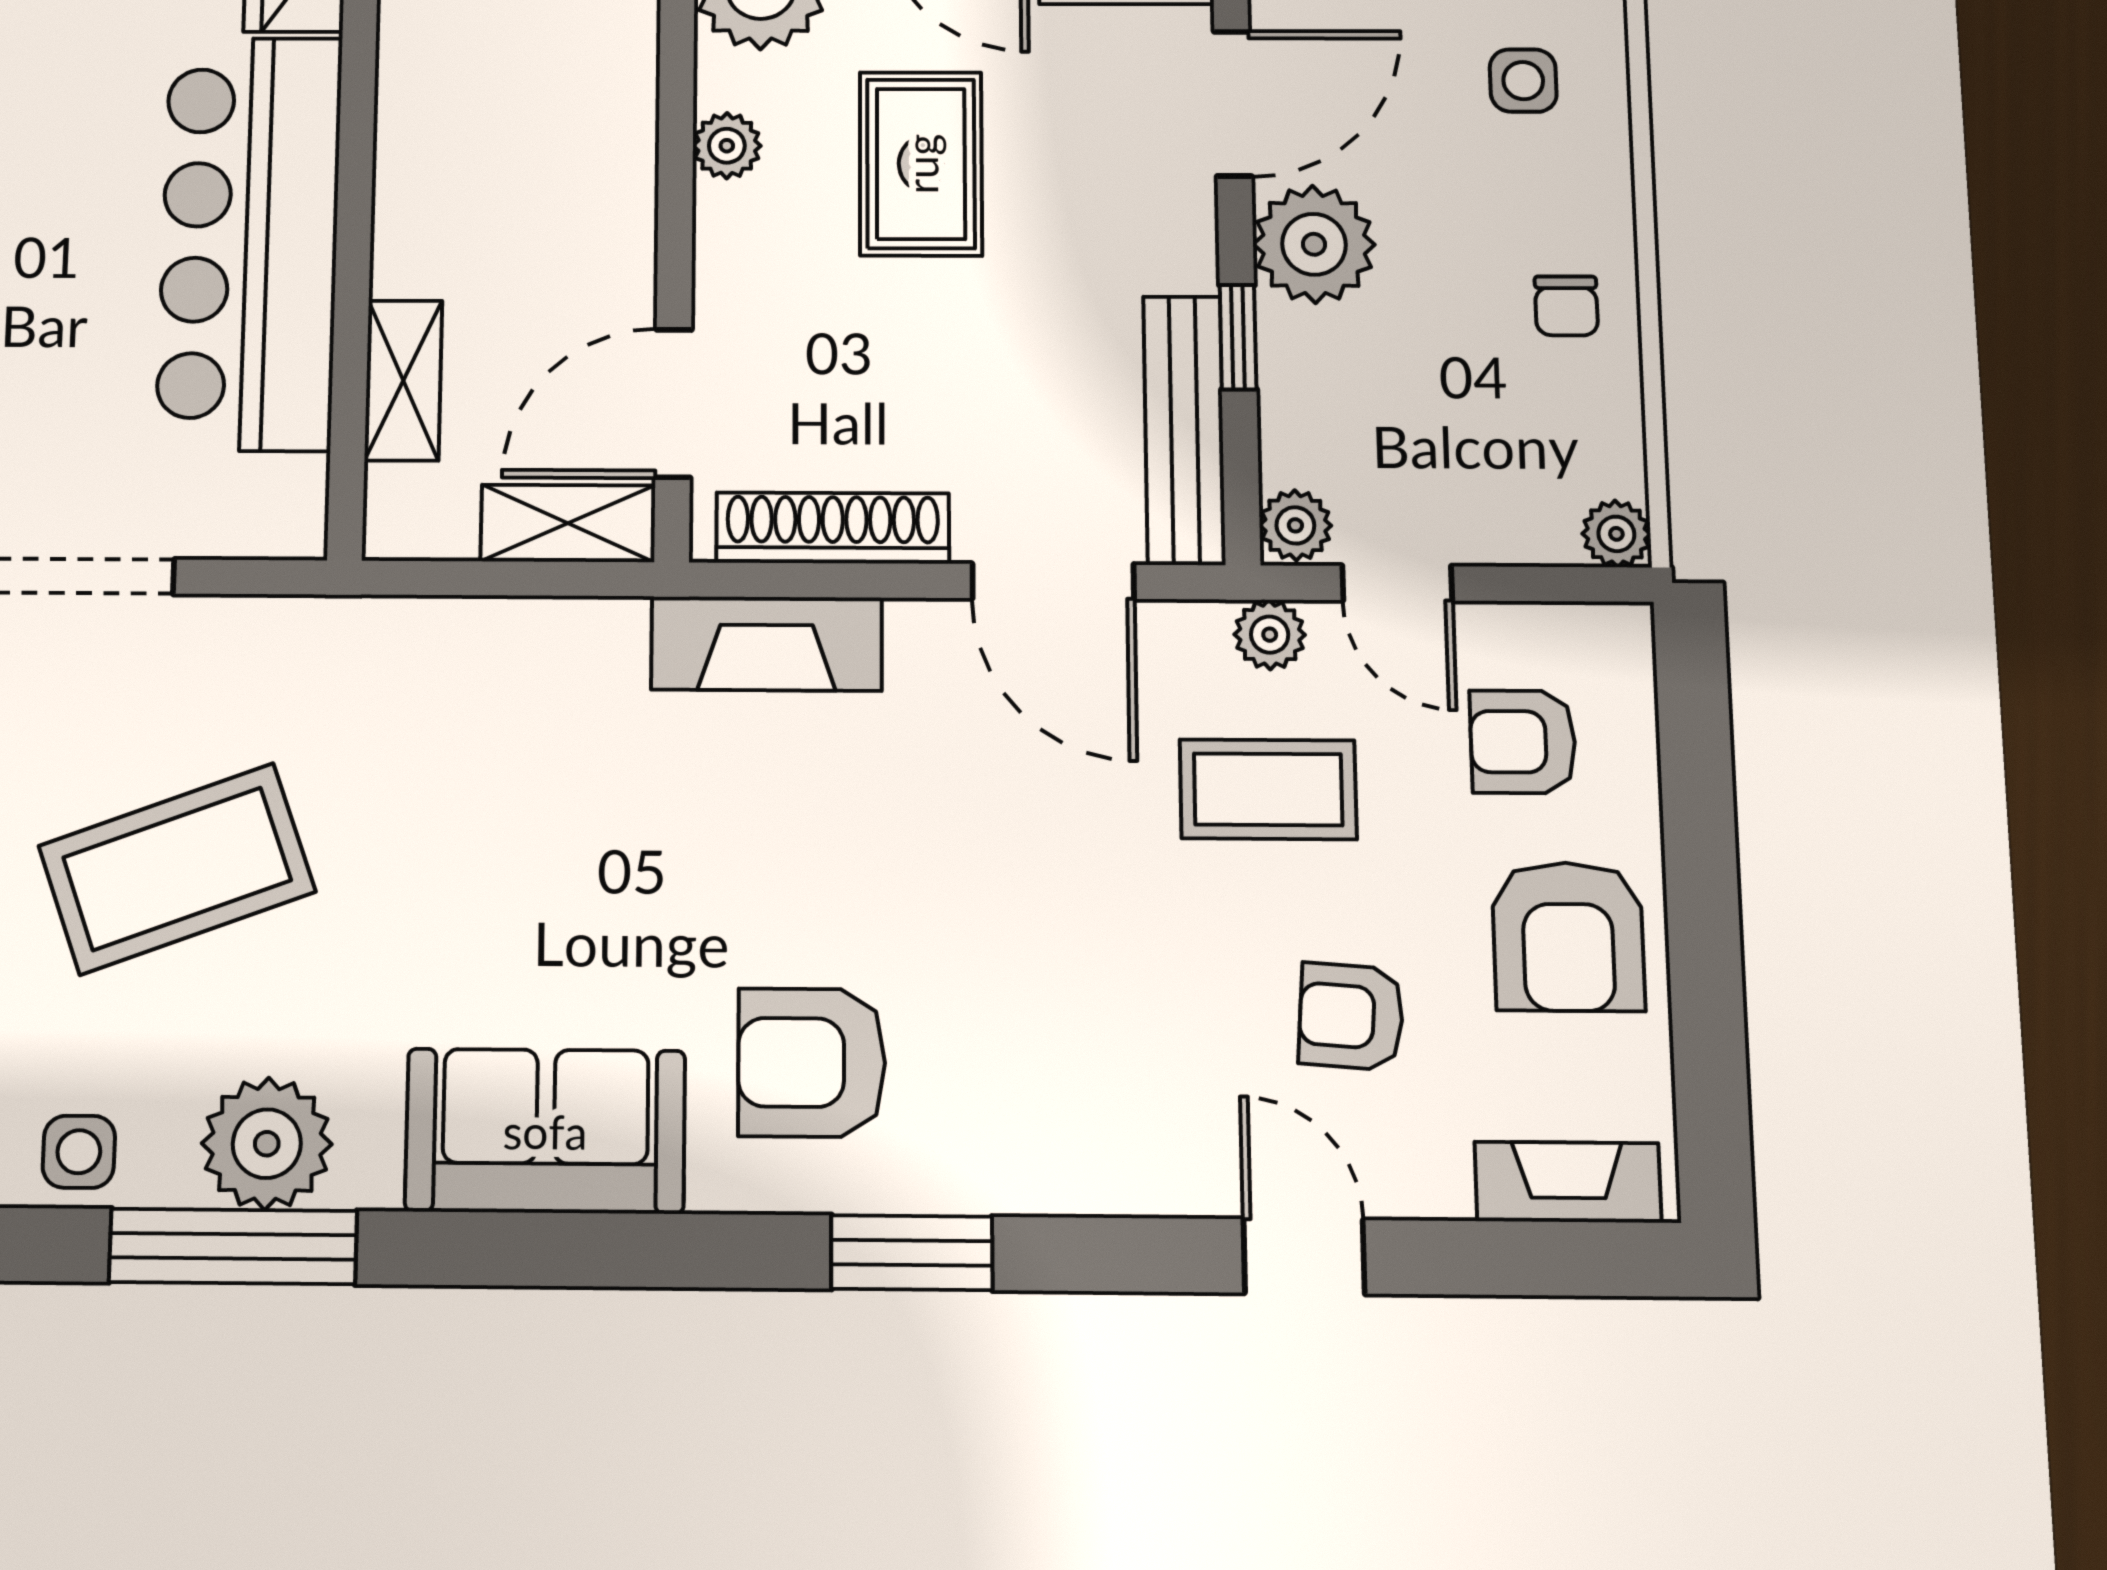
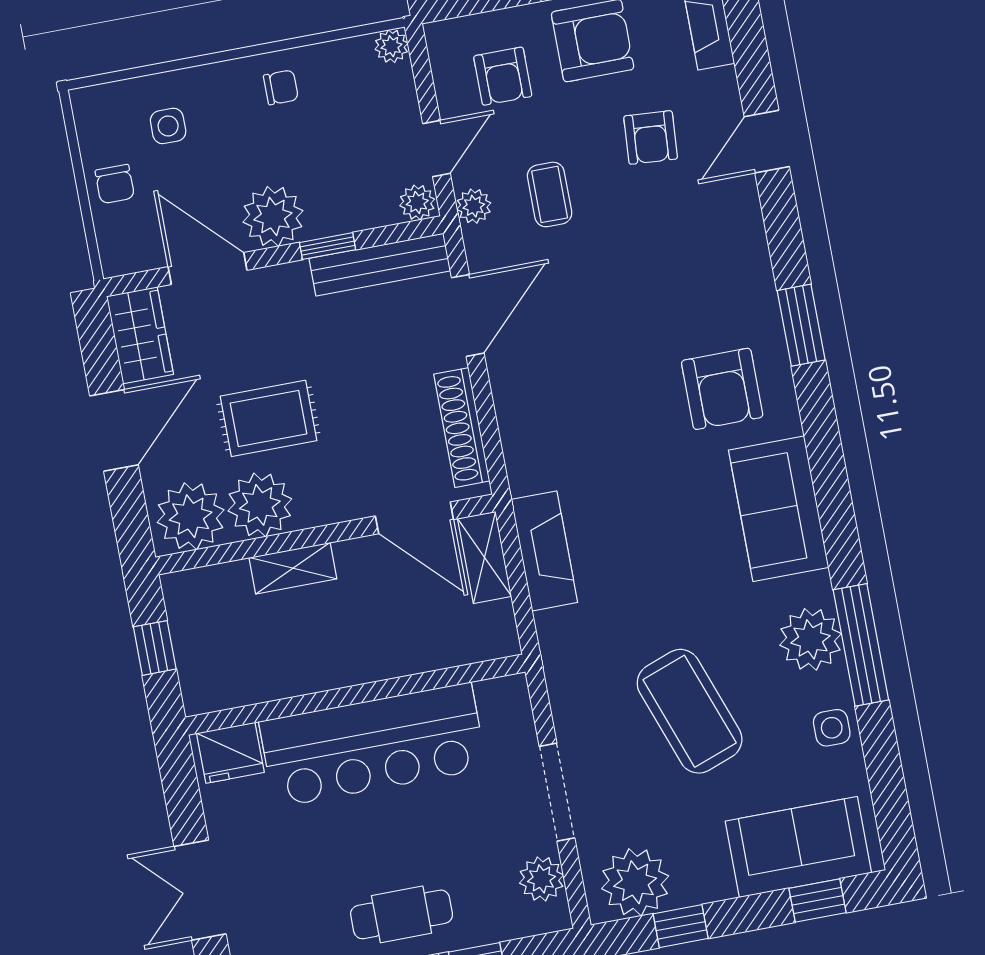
plant: (727, 146) -> (260, 505), width x1.88, depth x1.88
shelving: (403, 380) -> (293, 568), moved
fireplace: (767, 644) -> (544, 551), moved
coffee table: (1268, 789) -> (550, 194), width x0.73, depth x0.77

